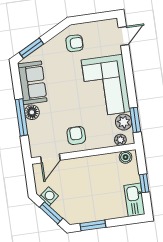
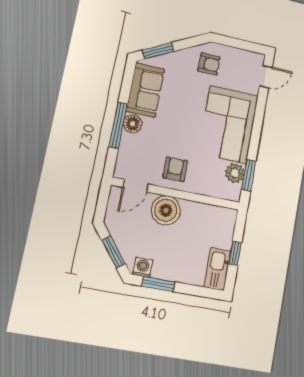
plant: (120, 140) -> (224, 192), removed
boiler: (125, 157) -> (166, 210), moved, width x1.86, depth x1.86
washing machine: (49, 196) -> (143, 267), moved, turned -51

